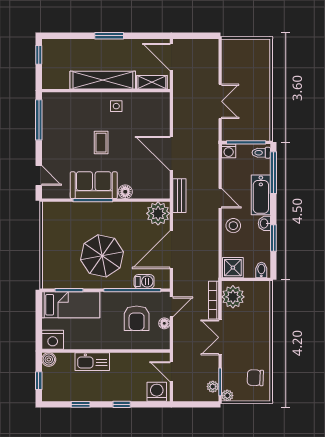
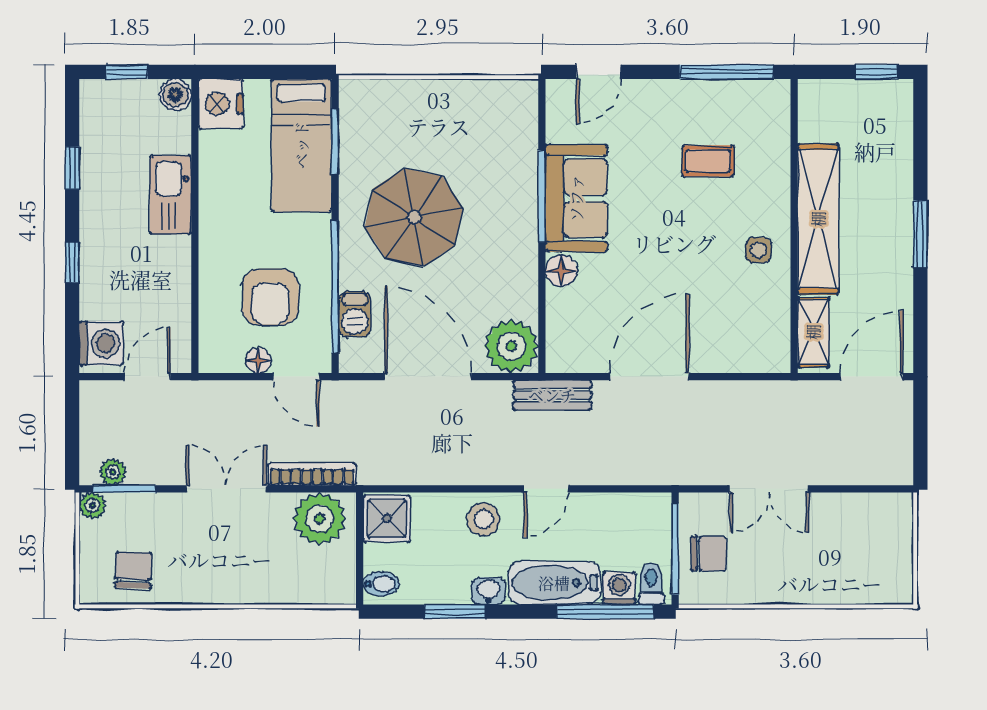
chair: (248, 128) -> (709, 554), added
coffee table: (101, 143) -> (708, 161), moved
washing machine: (229, 151) -> (619, 588), moved, turned 90
armchair: (137, 318) -> (270, 297), turned -90

